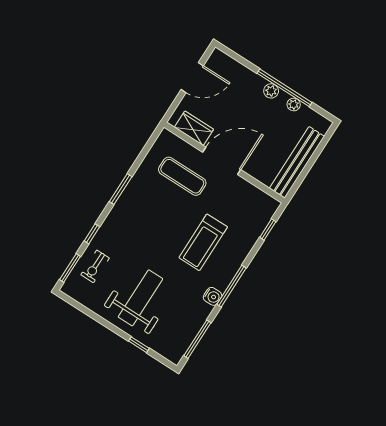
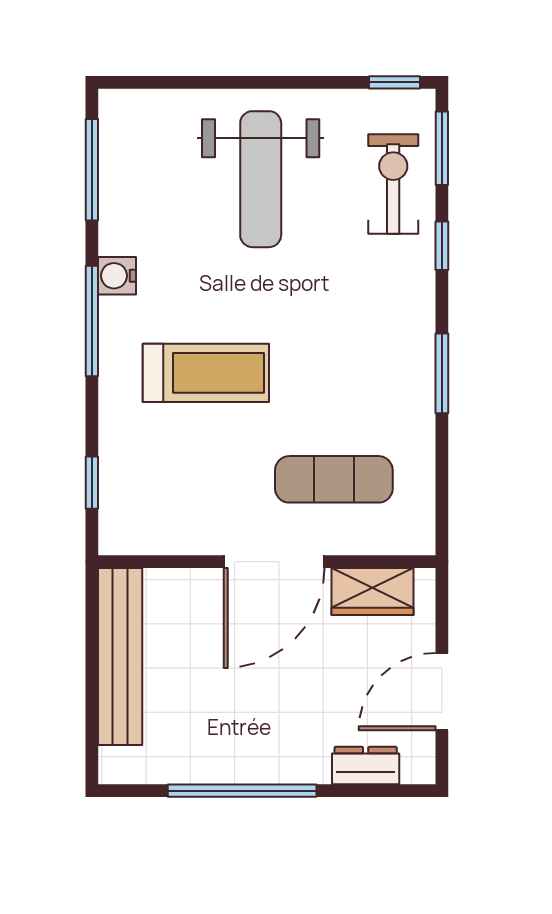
dresser: (236, 69) -> (366, 766), added
plant: (271, 91) -> (265, 767), removed
plant: (294, 104) -> (202, 769), removed
treadmill: (203, 242) -> (206, 373), turned 90
exercise bike: (95, 266) -> (393, 184), width x1.38, depth x1.39
window: (139, 345) -> (395, 82), moved

